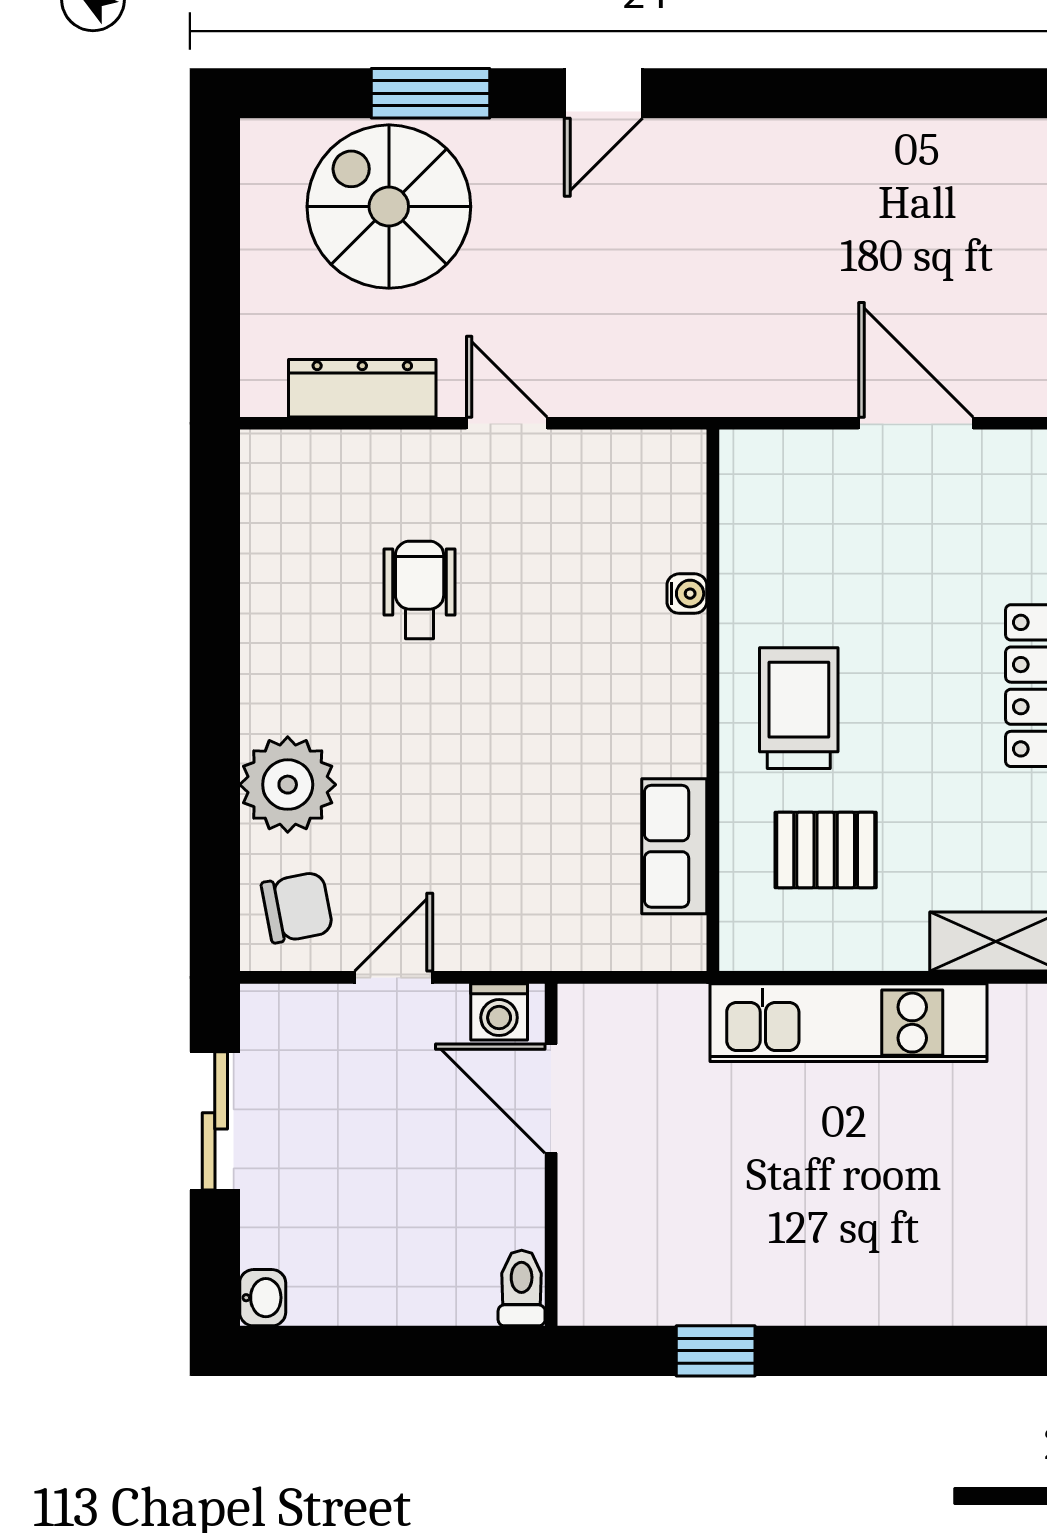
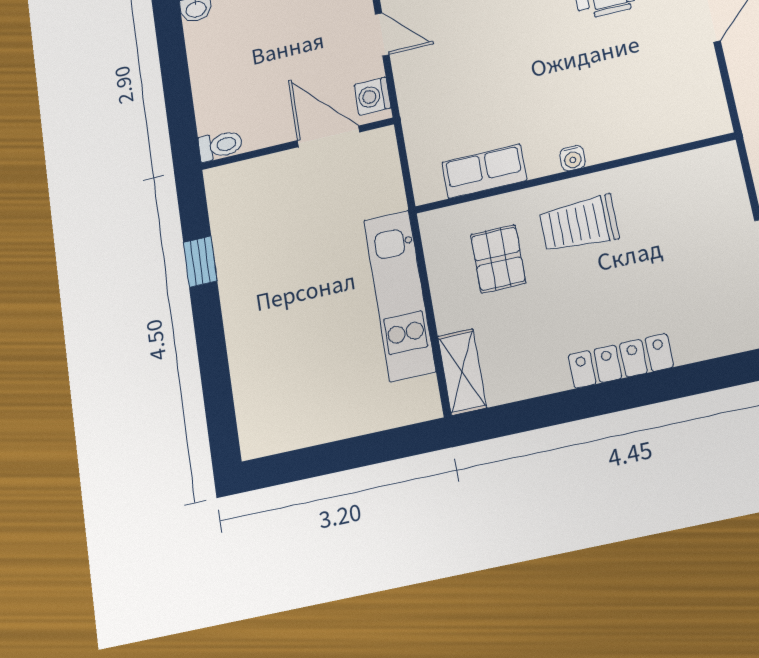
water cooler: (687, 594) -> (573, 158), moved
trolley: (799, 708) -> (579, 224), turned 180
door: (551, 1098) -> (329, 136), hinge flipped

